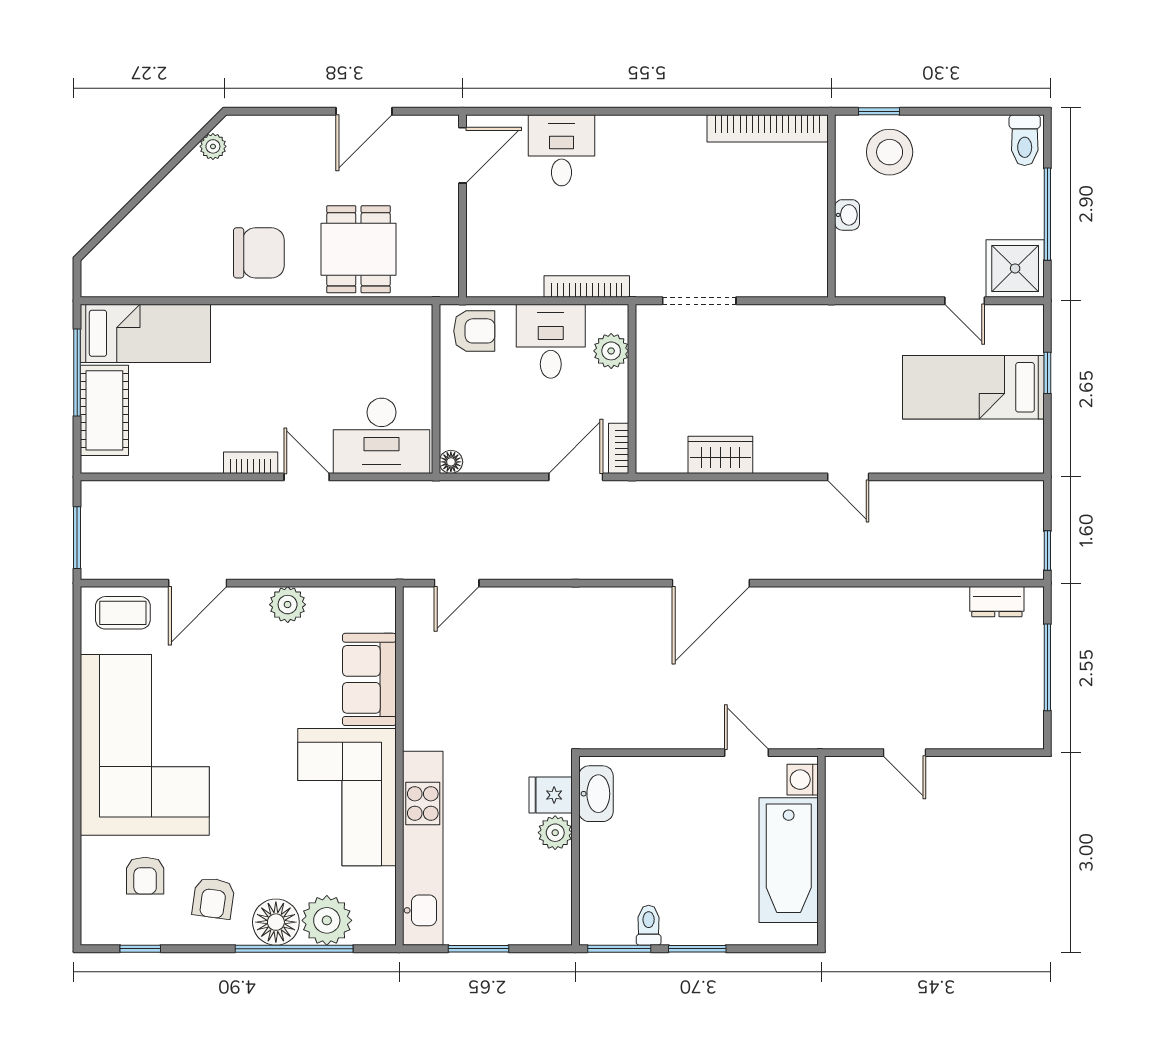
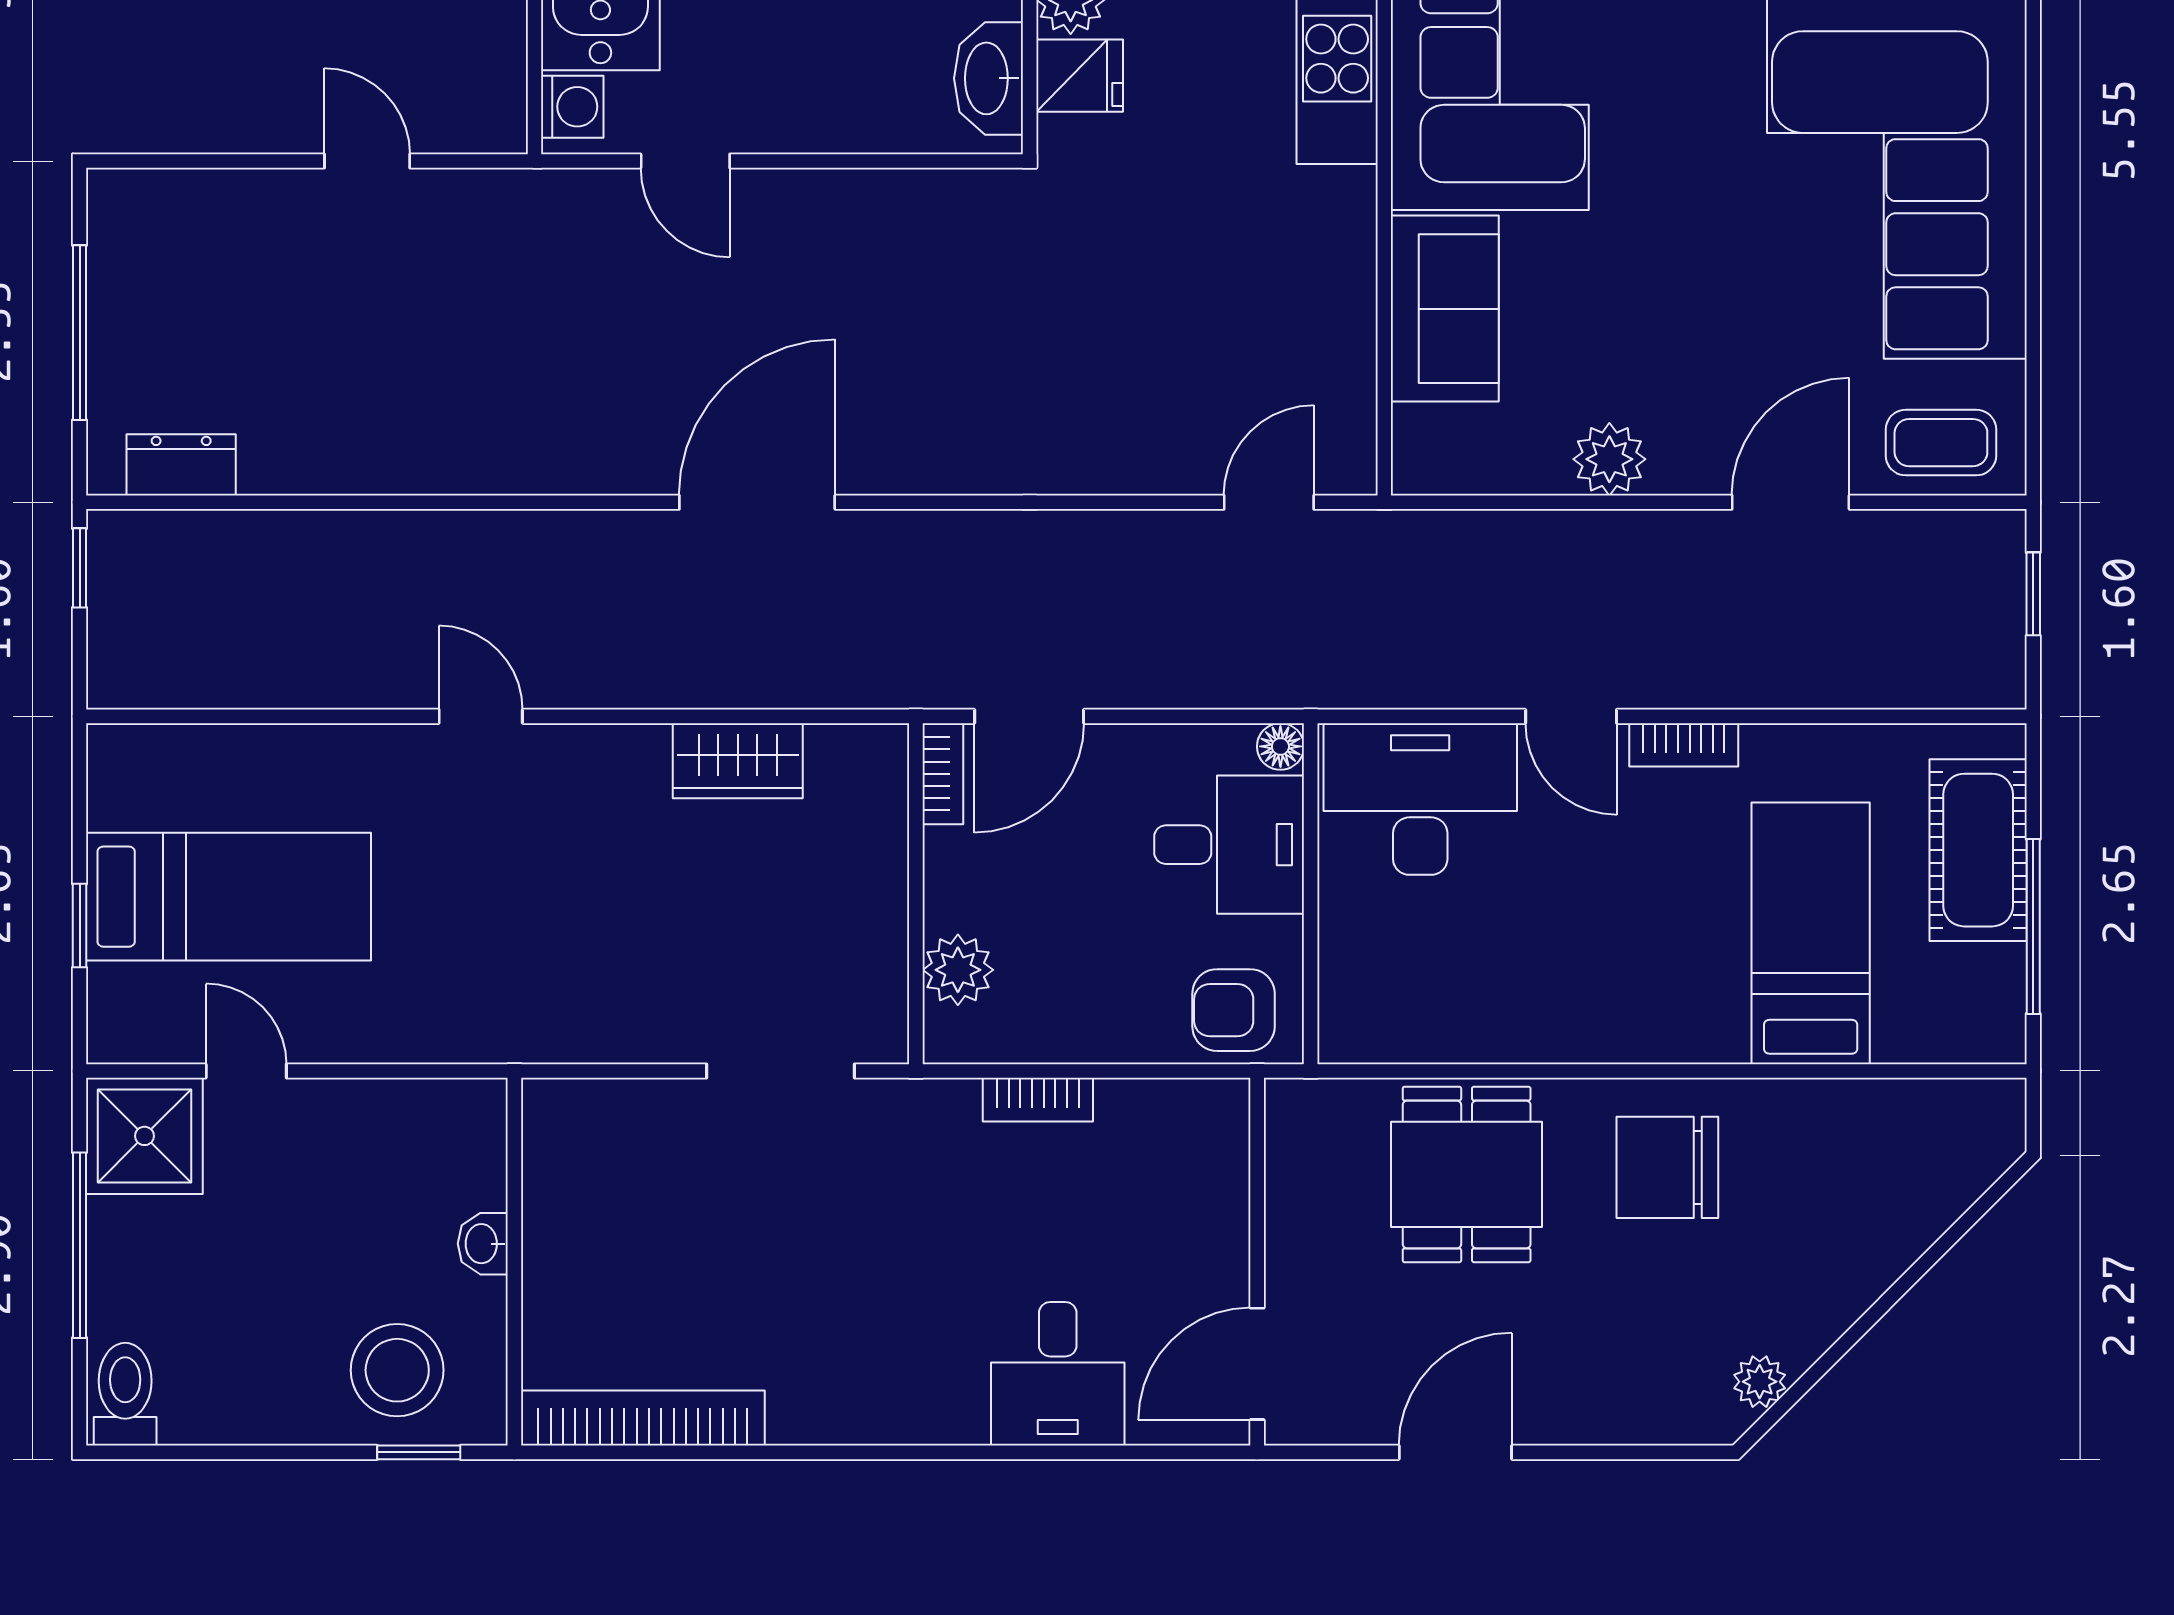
bookcase: (587, 286) -> (1038, 1100), width x0.64
bed: (145, 333) -> (1811, 933), moved, turned 90
desk: (551, 341) -> (1229, 845), moved, turned -90
window: (77, 538) -> (2033, 594), width x0.67

